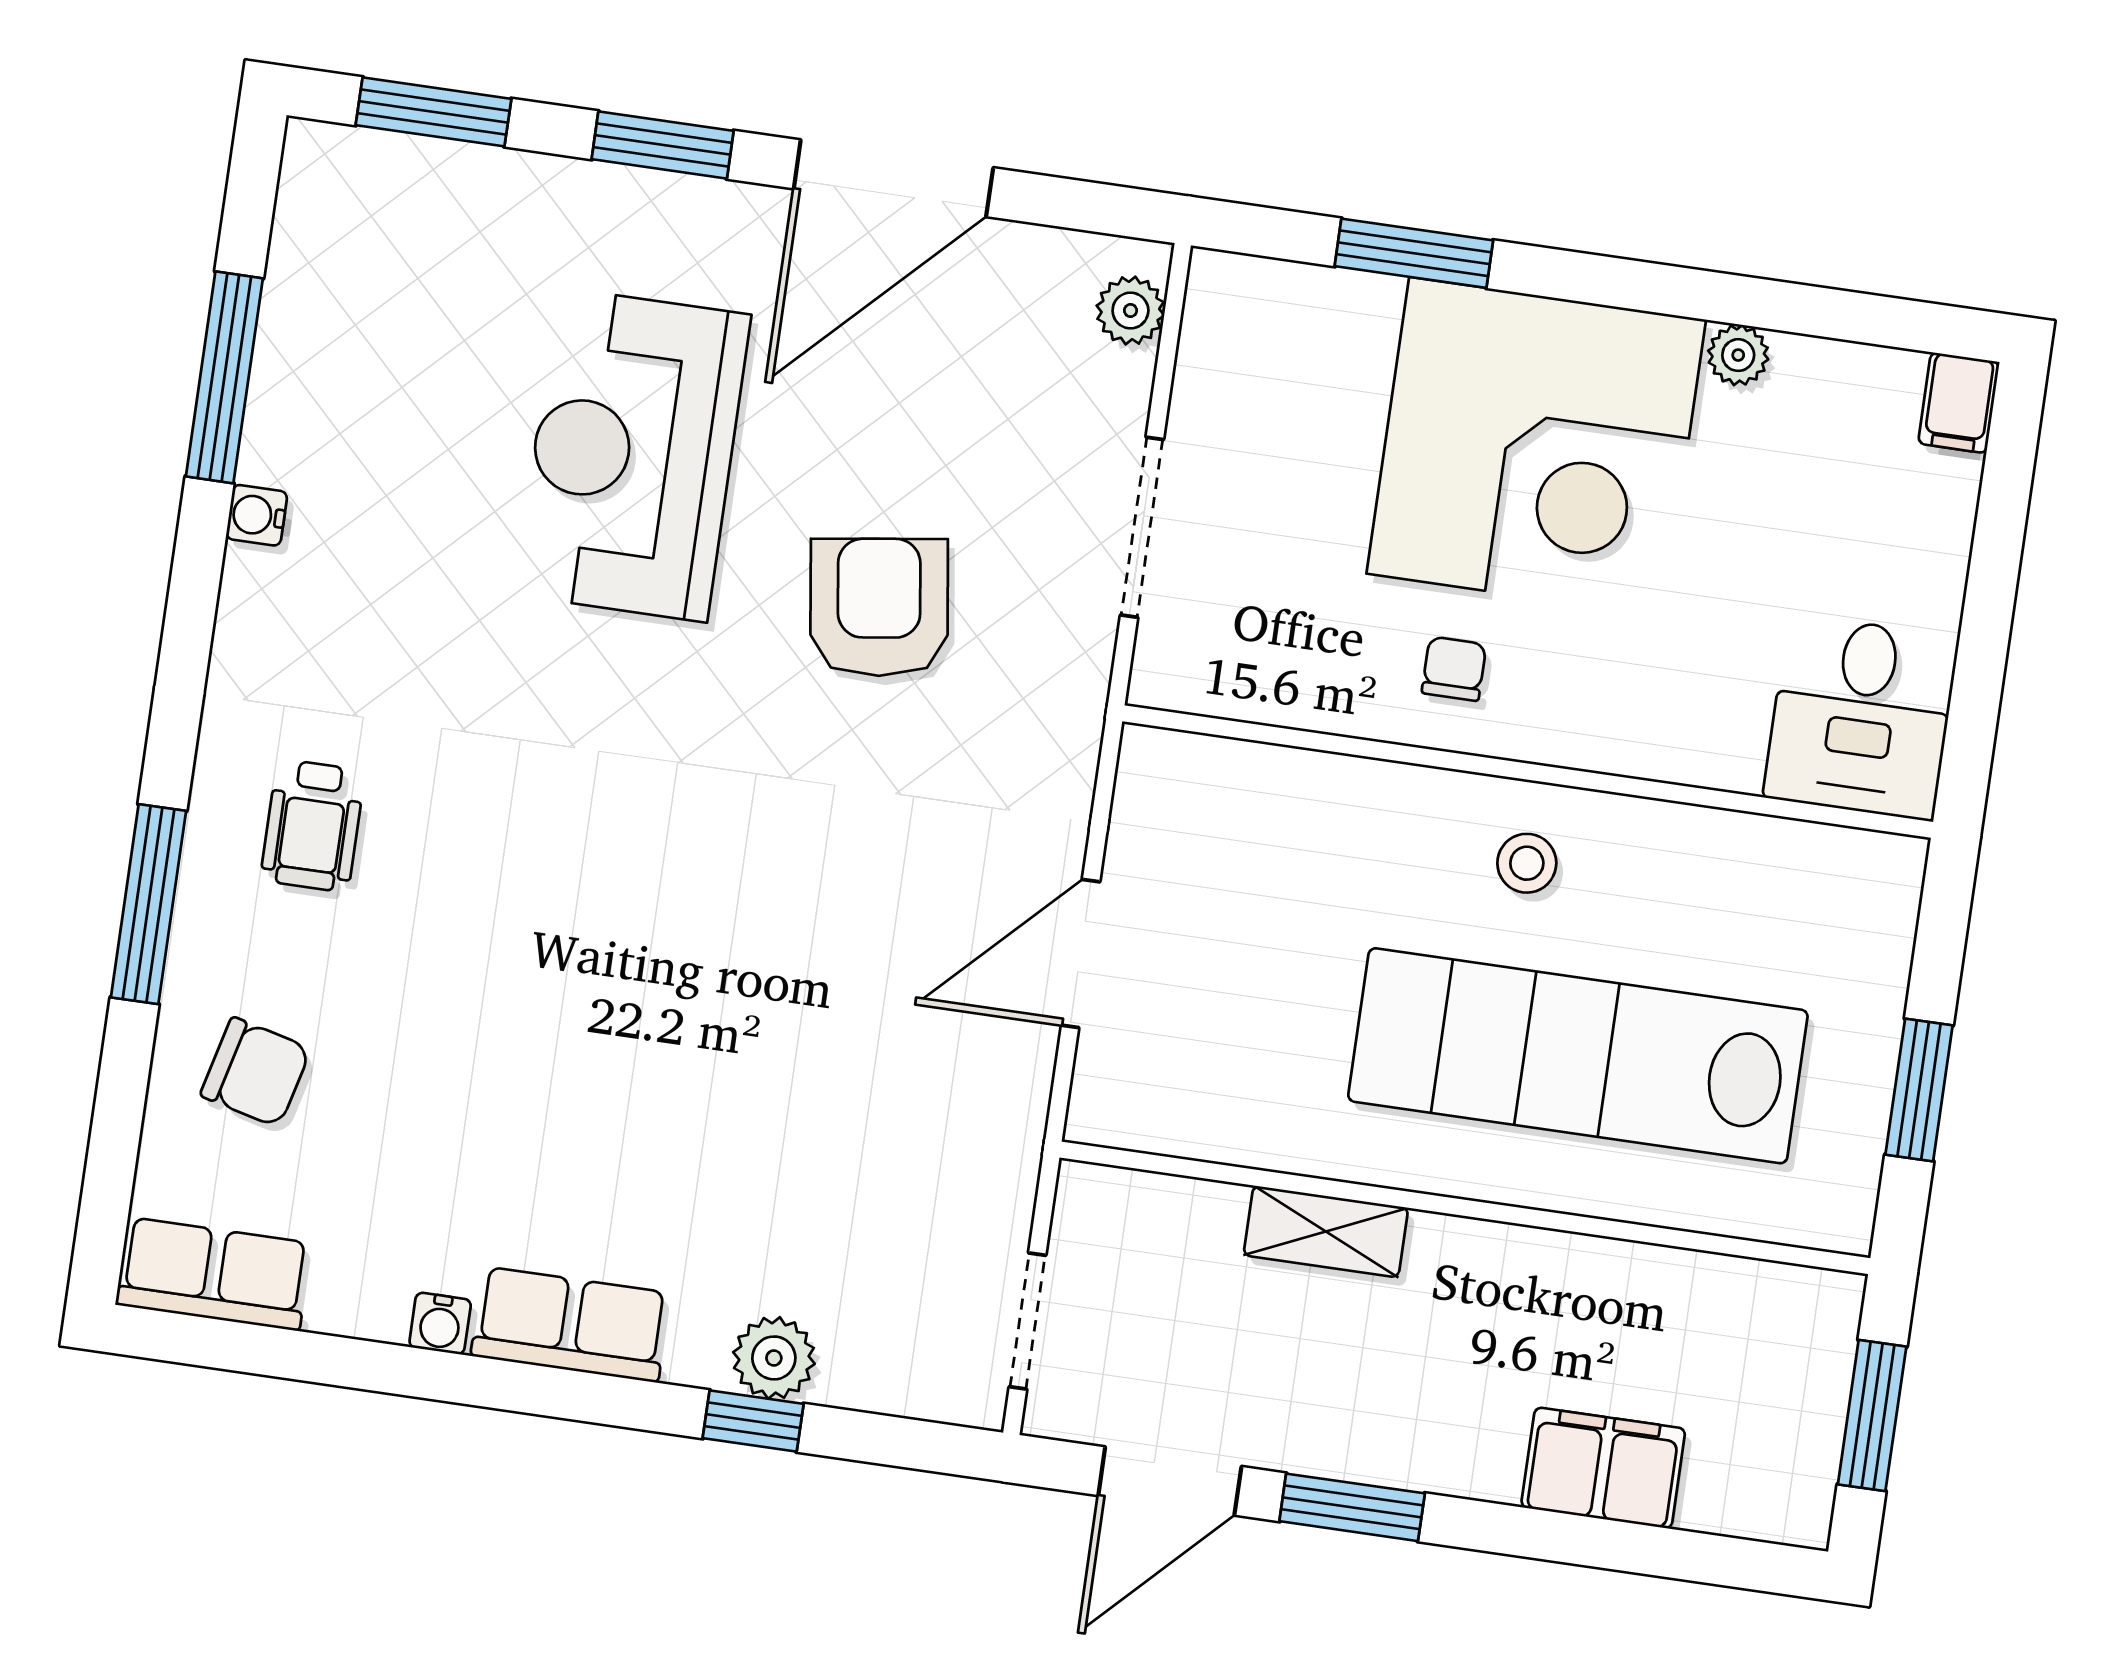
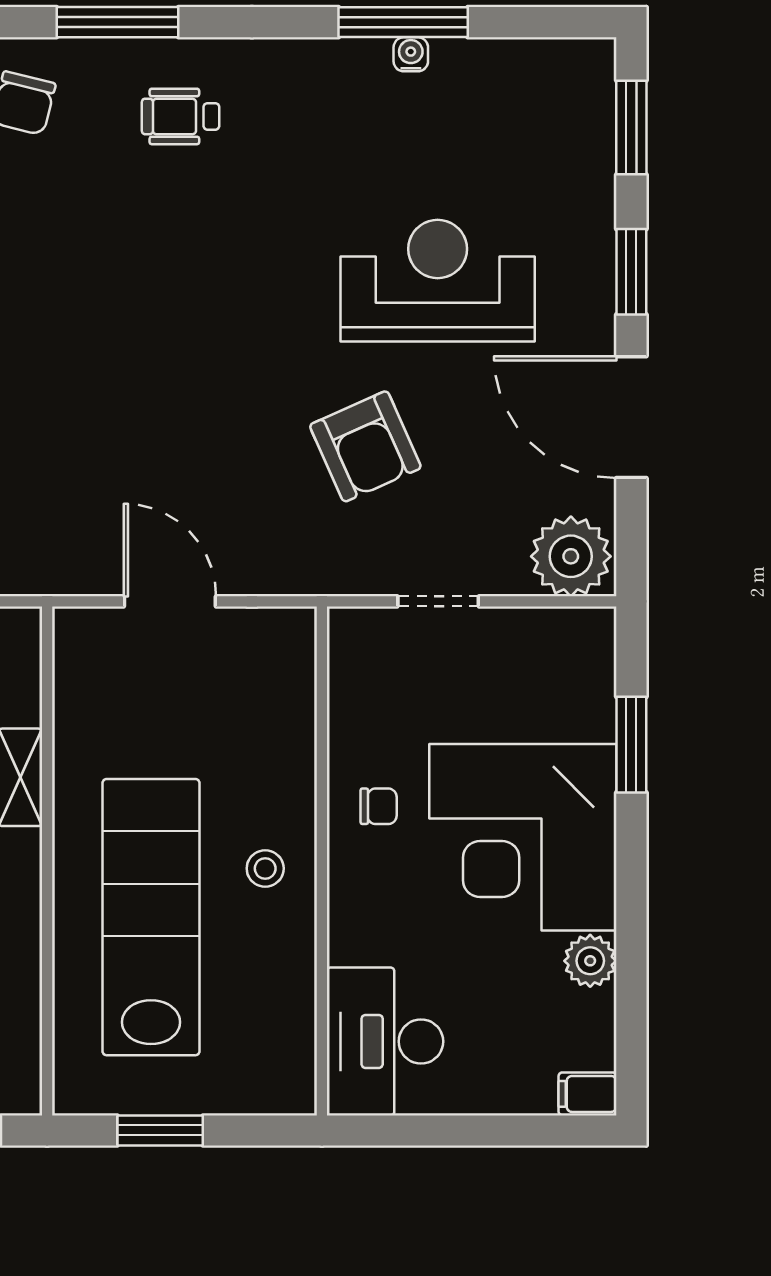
plant: (1130, 311) -> (571, 556), width x1.87, depth x1.87
plant: (1738, 355) -> (590, 961), width x1.38, depth x1.38
window: (224, 377) -> (403, 22), moved
water cooler: (257, 515) -> (411, 54), moved
doorway: (1142, 527) -> (438, 601), width x0.73
armchair: (879, 607) -> (365, 446), turned 74
desk: (1861, 717) -> (385, 1041), width x1.37

